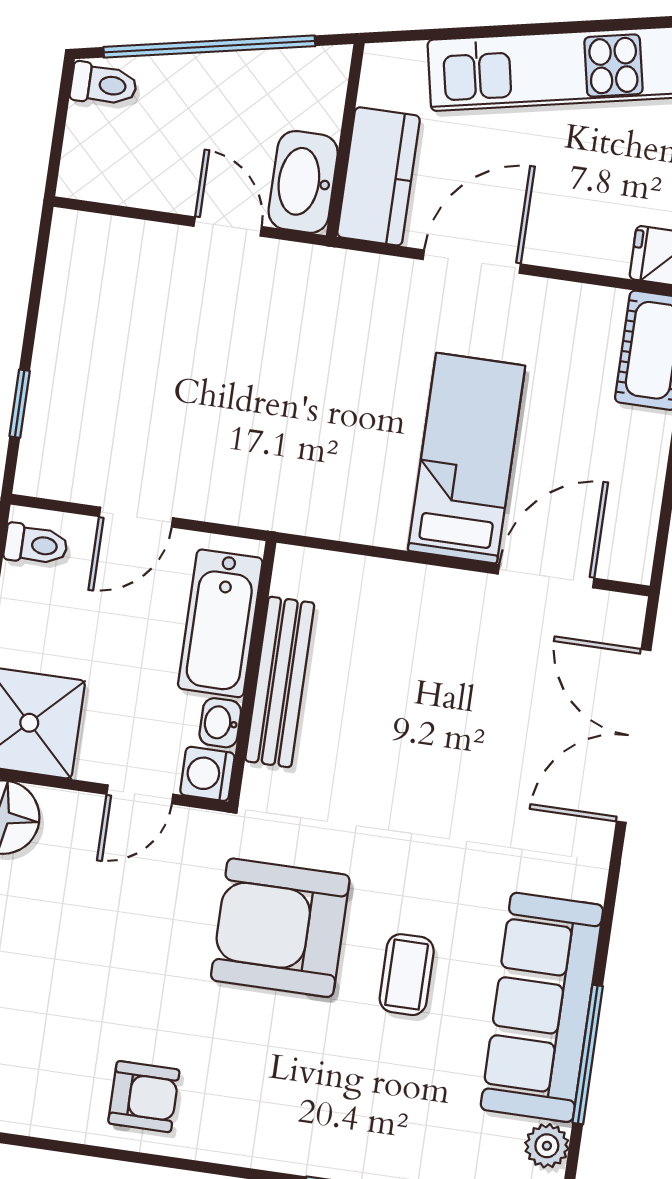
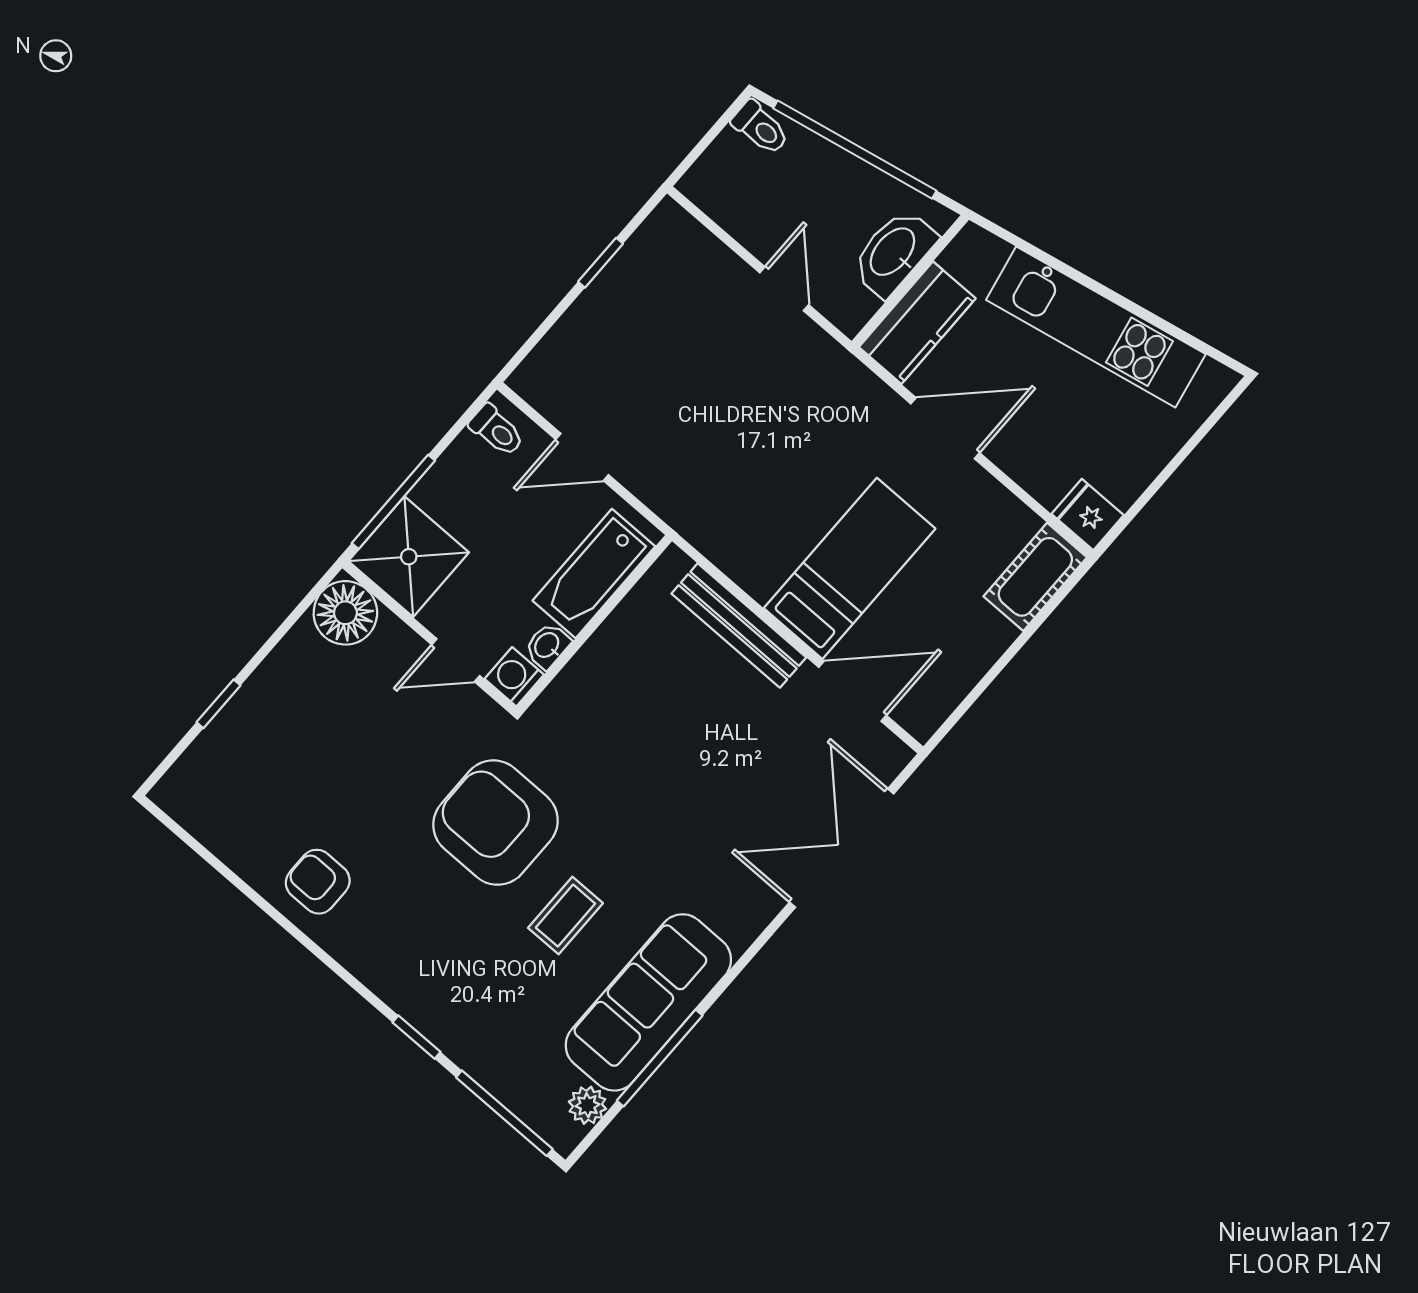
washbasin: (303, 182) -> (894, 253), moved
window: (20, 404) -> (601, 263), moved
bench: (280, 682) -> (739, 626), moved, turned 90
armchair: (144, 1097) -> (318, 882), turned 180

